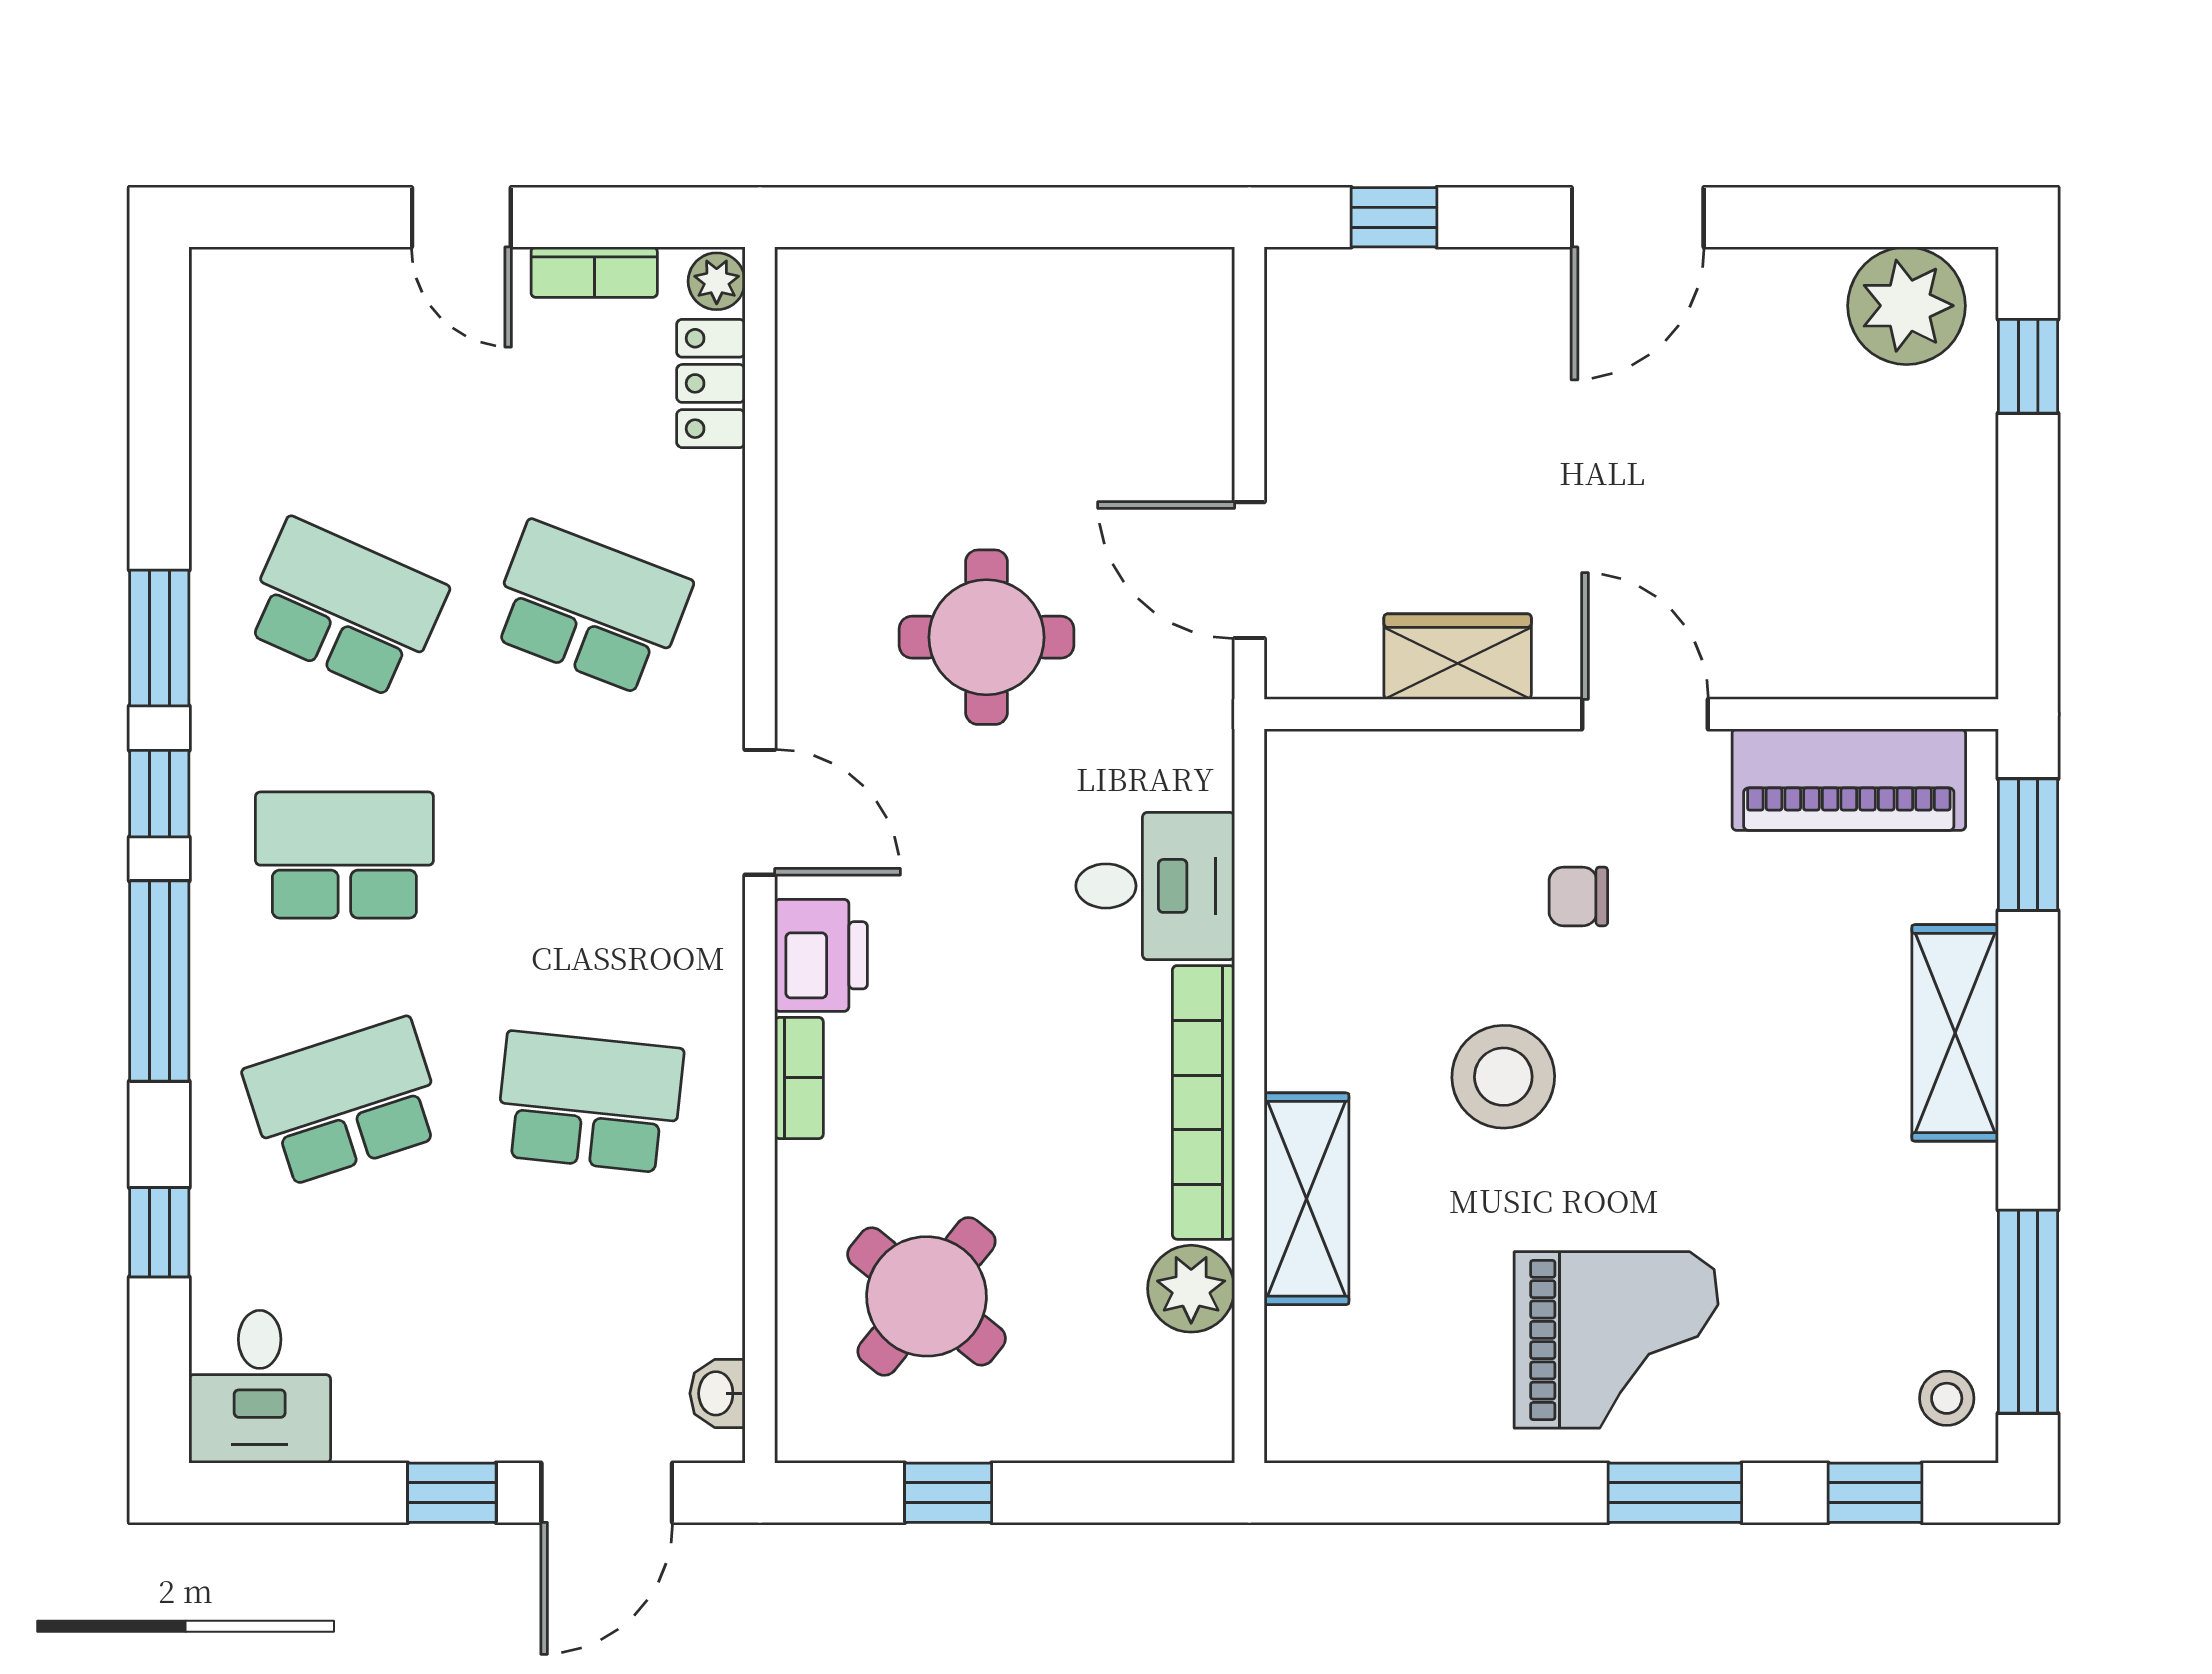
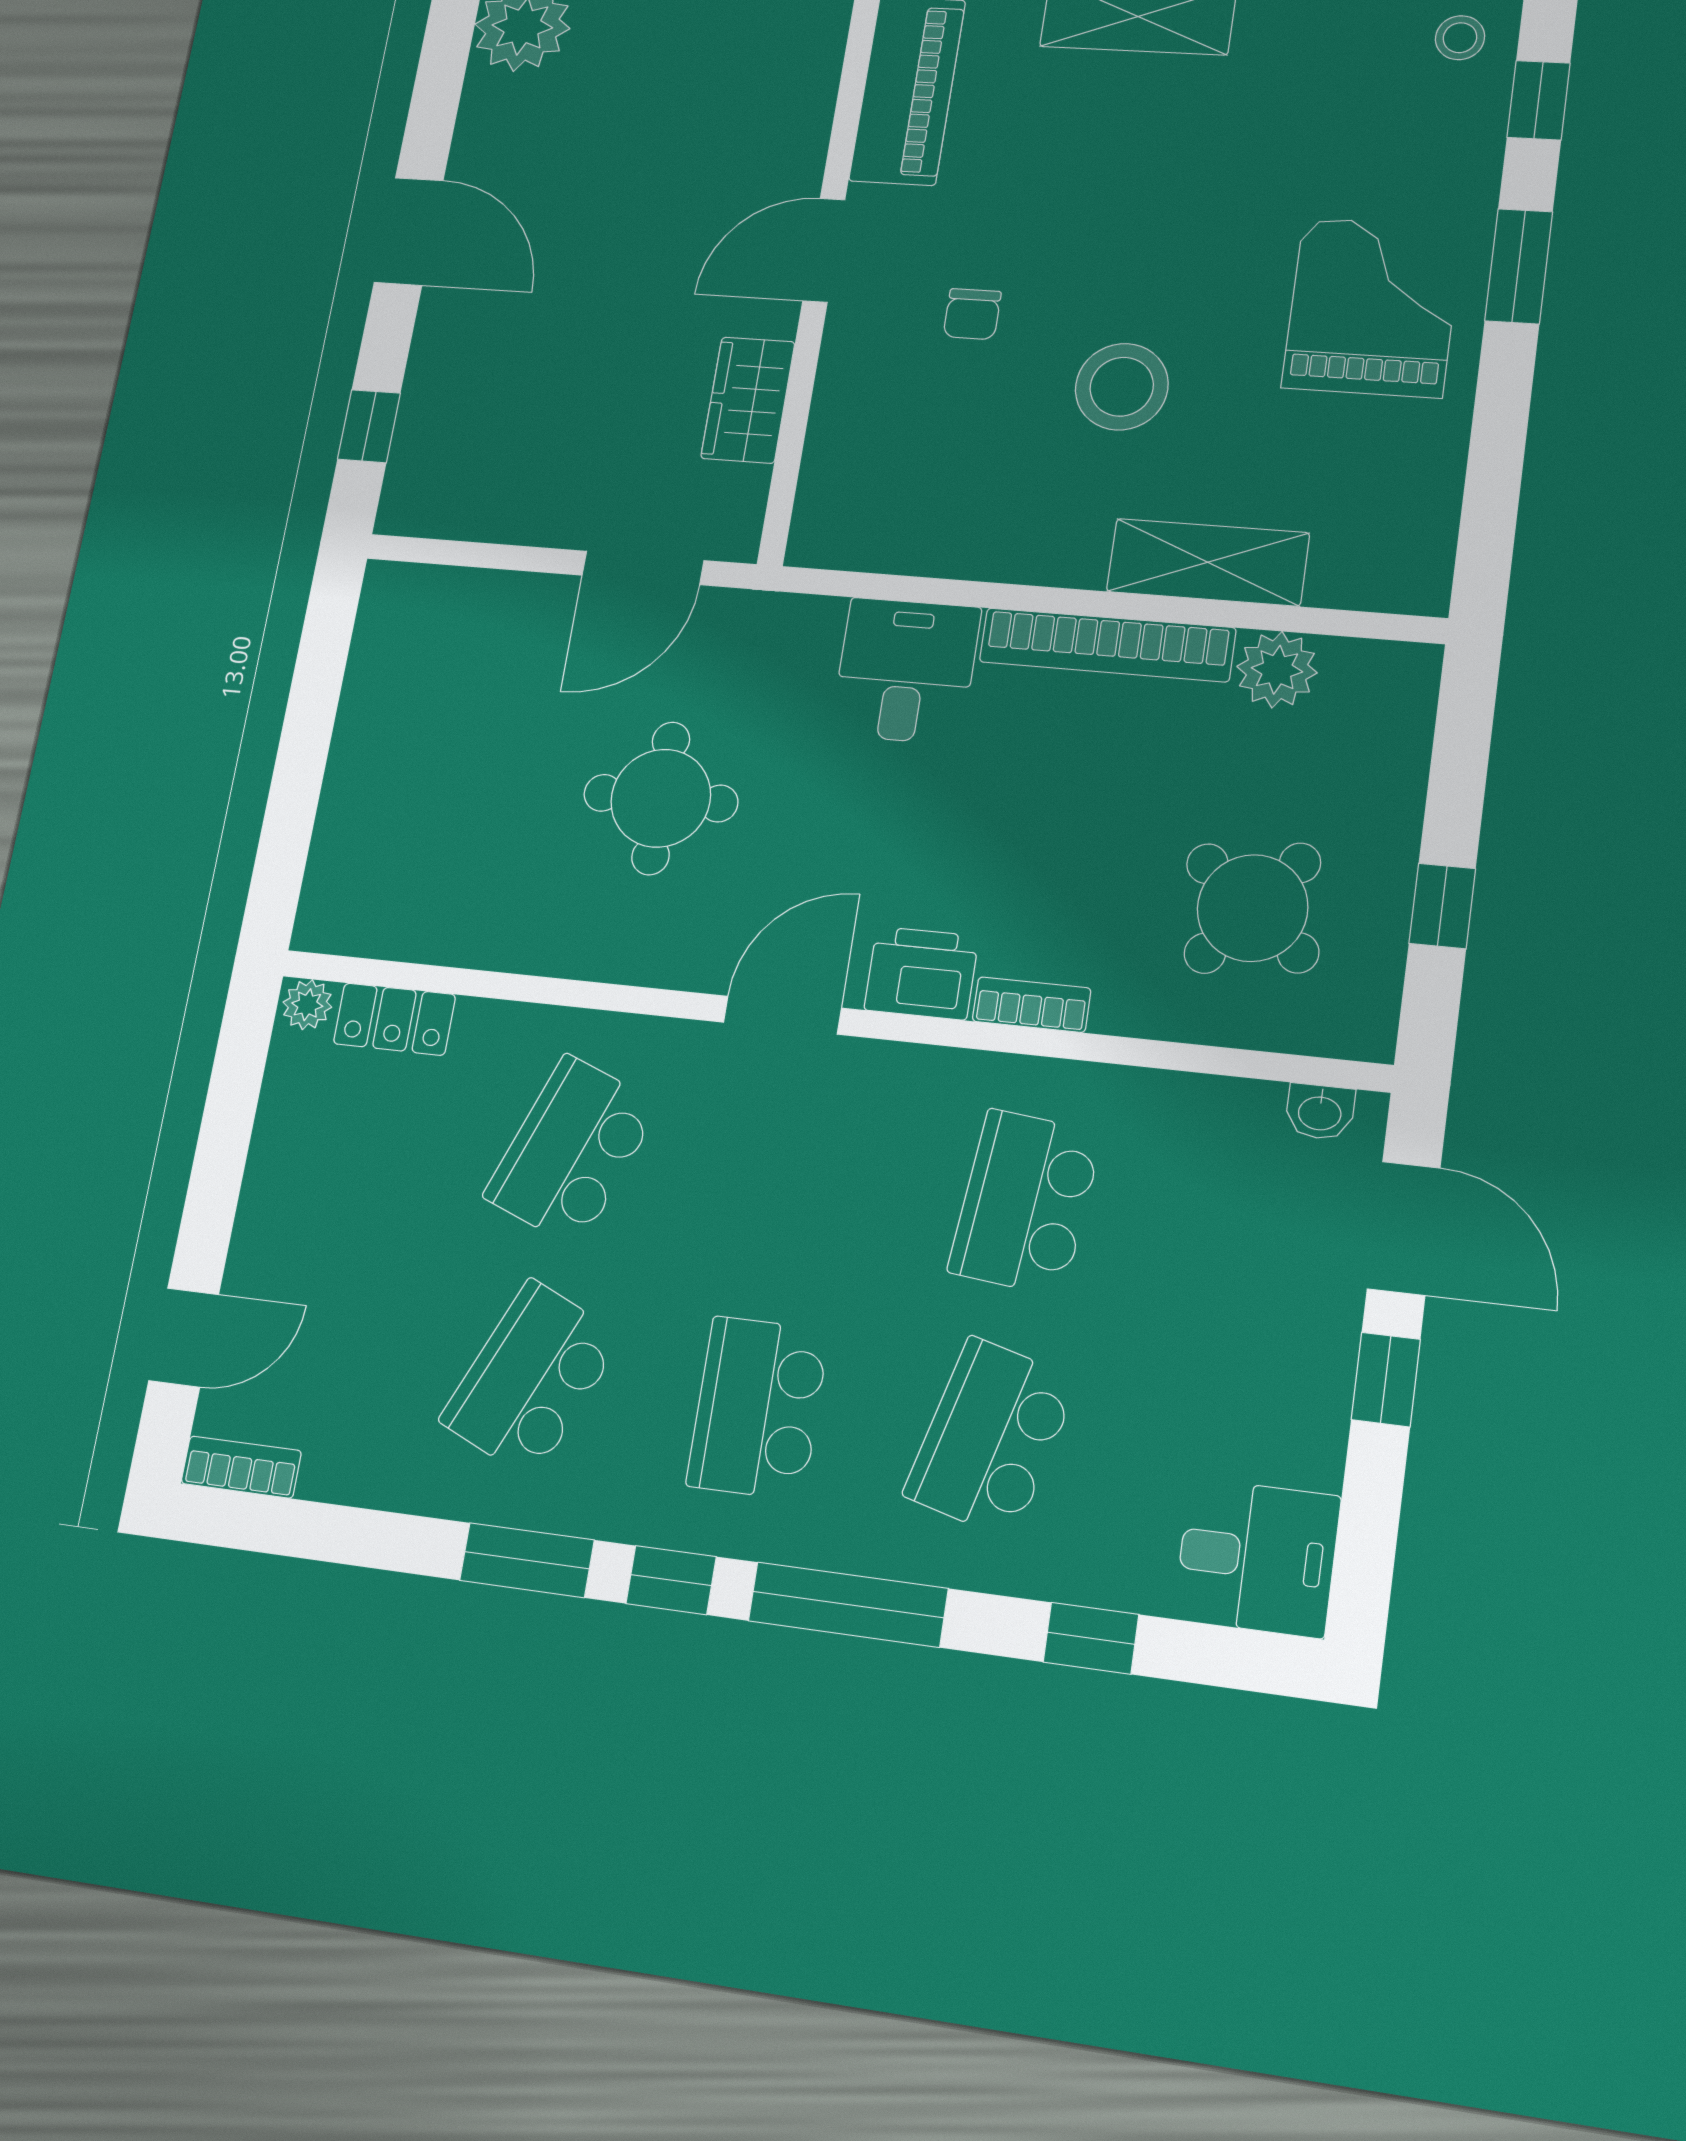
door: (461, 217) -> (184, 1338), moved
bookcase: (594, 272) -> (241, 1467), moved, turned -90
school desk: (344, 1102) -> (991, 1438), turned 33

